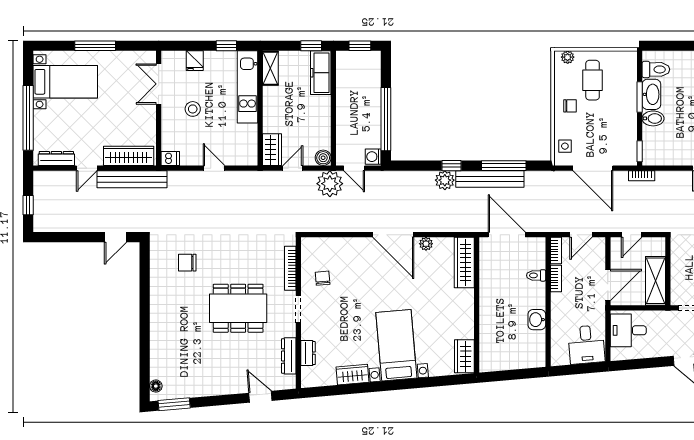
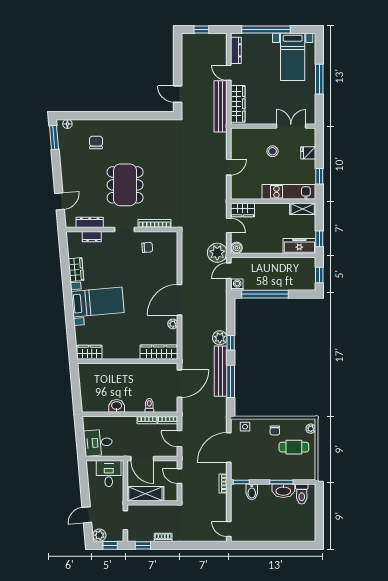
bidet: (653, 118) -> (252, 492), moved
dishwasher: (170, 158) -> (236, 135), removed
chair: (187, 263) -> (96, 142), moved

